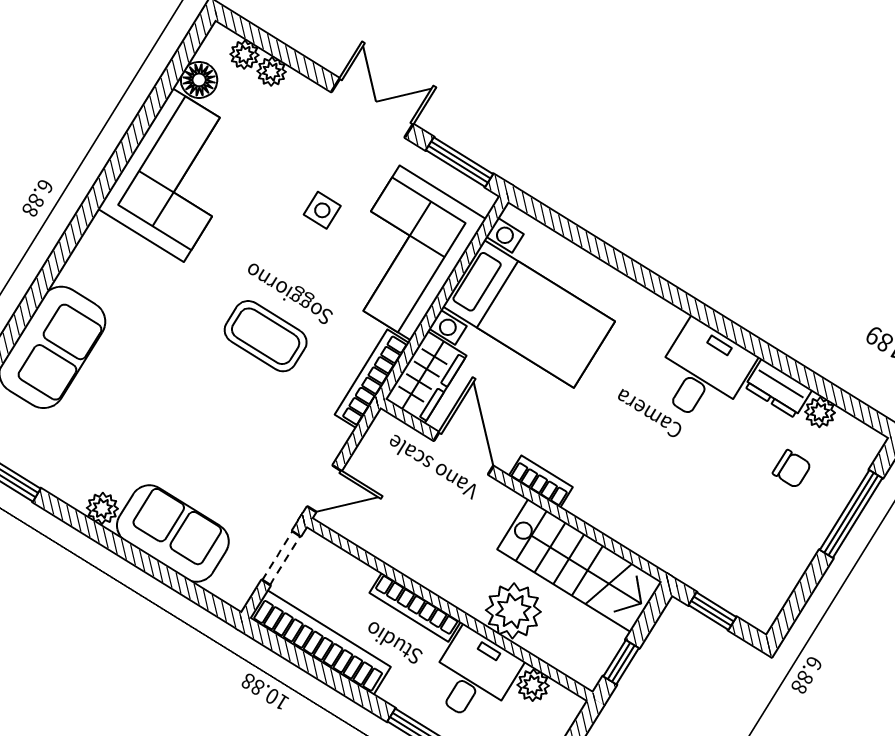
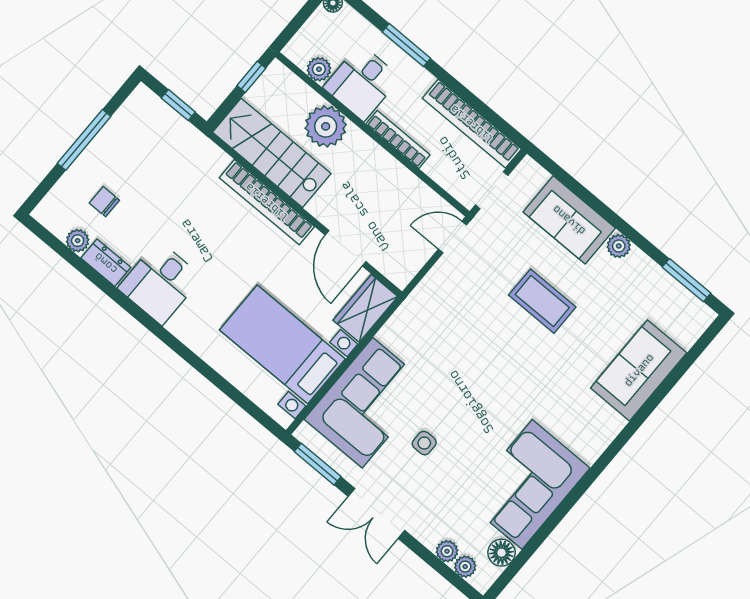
coffee table: (266, 336) -> (542, 301), moved
bookcase: (372, 379) -> (405, 313), removed
bookcase: (541, 482) -> (267, 202), width x2.31, depth x1.31
window: (851, 514) -> (84, 140), moved

